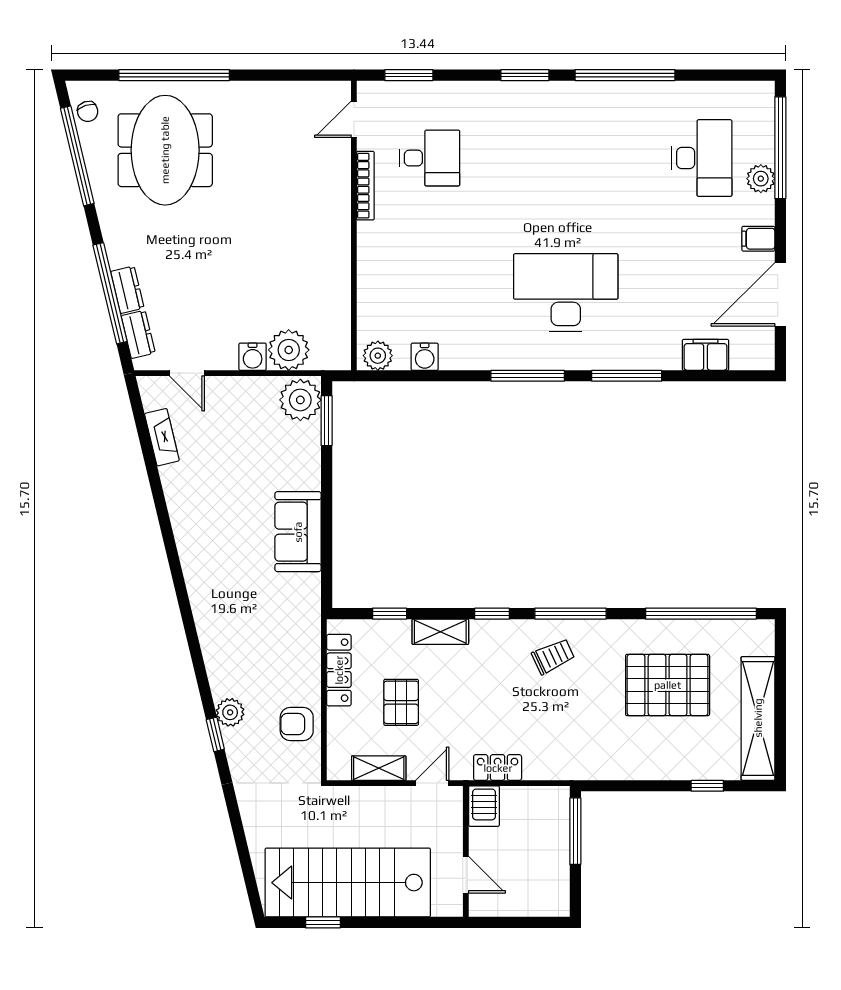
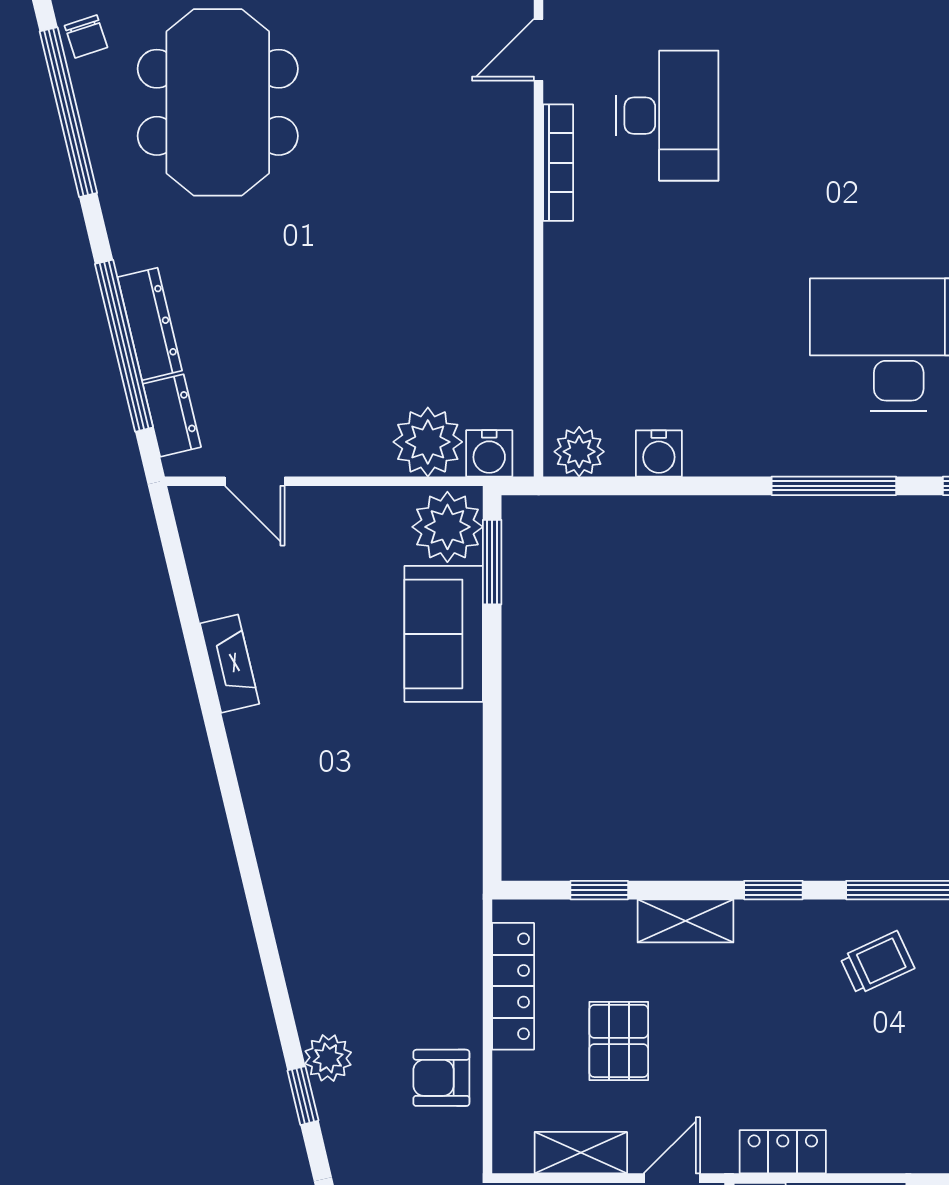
desk: (430, 158) -> (667, 116), width x1.37
dresser: (127, 290) -> (150, 324), width x1.44
water cooler: (253, 357) -> (489, 453), moved
fireplace: (162, 437) -> (230, 664), moved
sofa: (298, 532) -> (444, 634), moved

